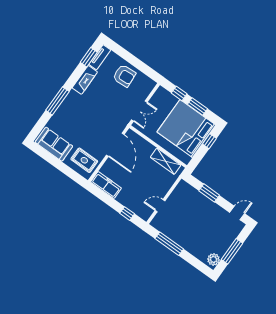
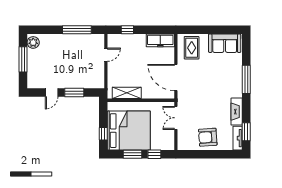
rug: (84, 160) -> (192, 48), turned 90
door: (237, 213) -> (52, 93), moved

